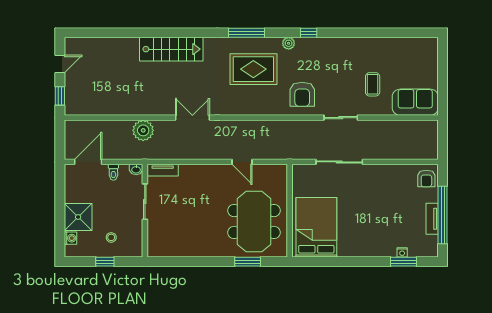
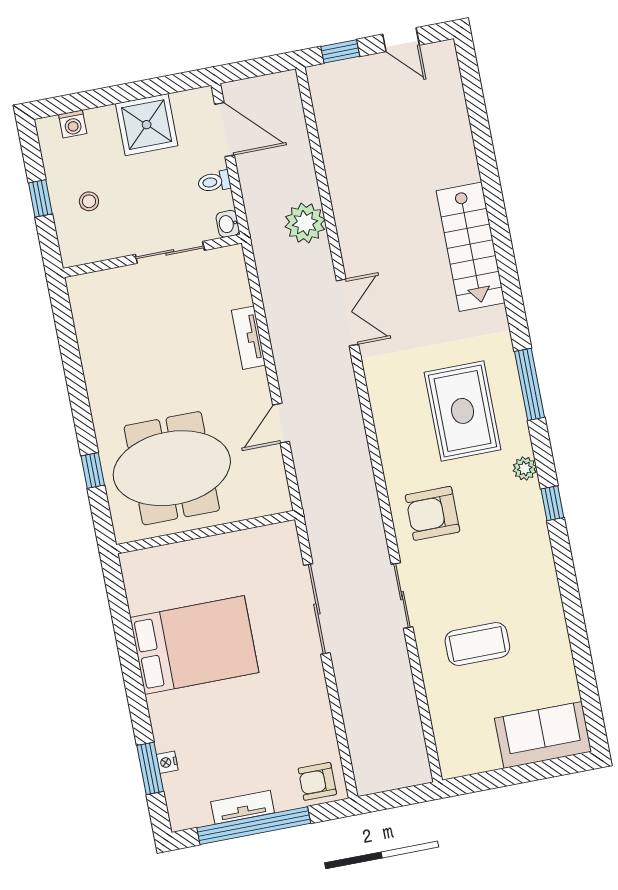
coffee table: (373, 84) -> (477, 644), width x1.36, depth x1.30
sofa: (415, 102) -> (543, 735), moved, turned -90
tv unit: (163, 170) -> (248, 338), moved
shower: (78, 217) -> (147, 125), moved
bed: (316, 227) -> (194, 645), moved
window: (248, 262) -> (93, 471), width x0.67

